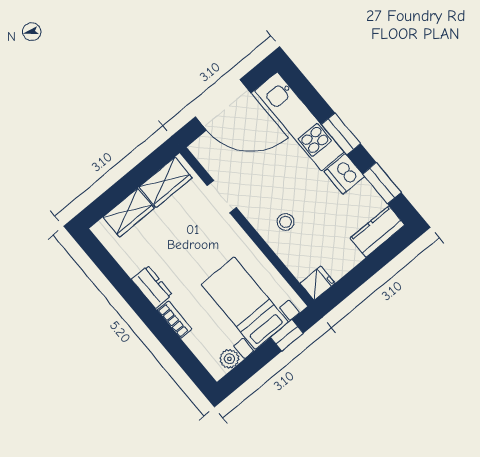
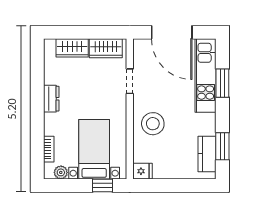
window: (341, 134) -> (222, 83), moved
dishwasher: (344, 174) -> (206, 124), removed
stool: (286, 222) -> (153, 124), width x1.89, depth x1.89
kitchen counter: (377, 232) -> (207, 154), moved, turned -90
bookcase: (175, 320) -> (49, 149), moved

